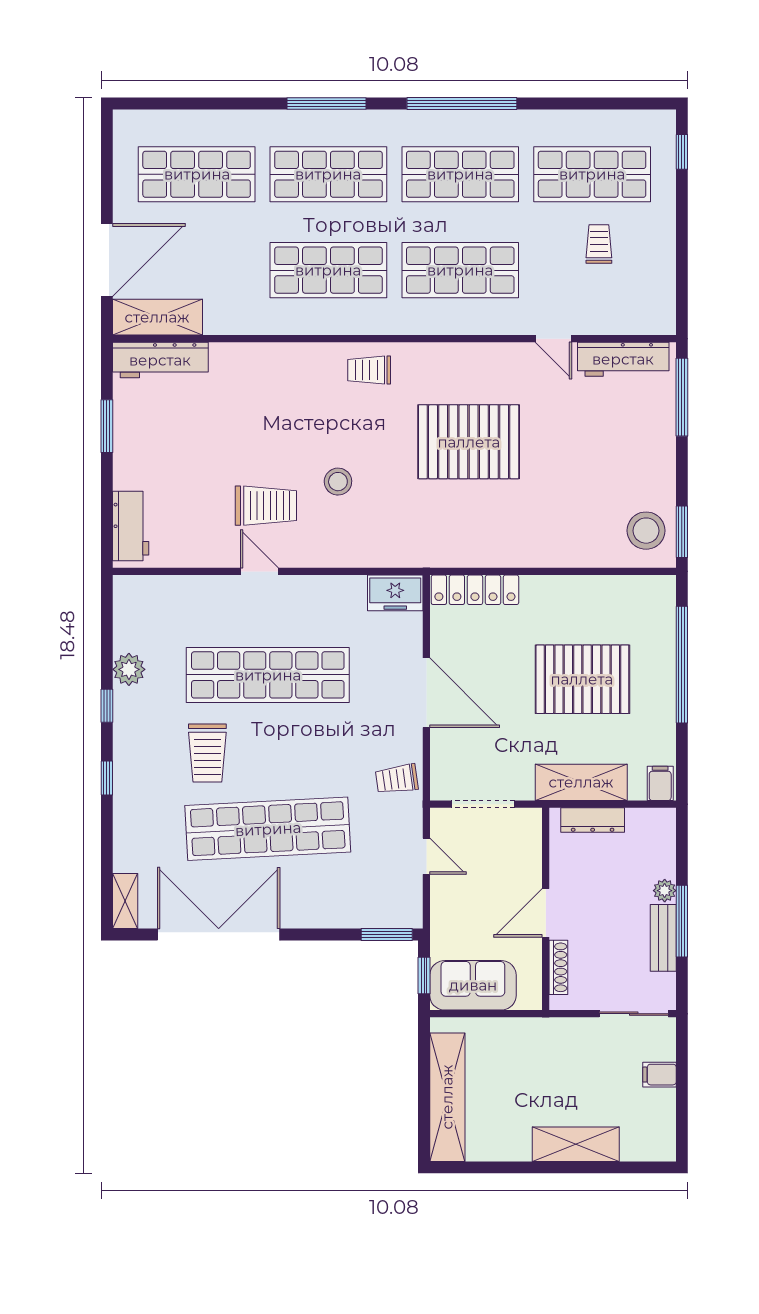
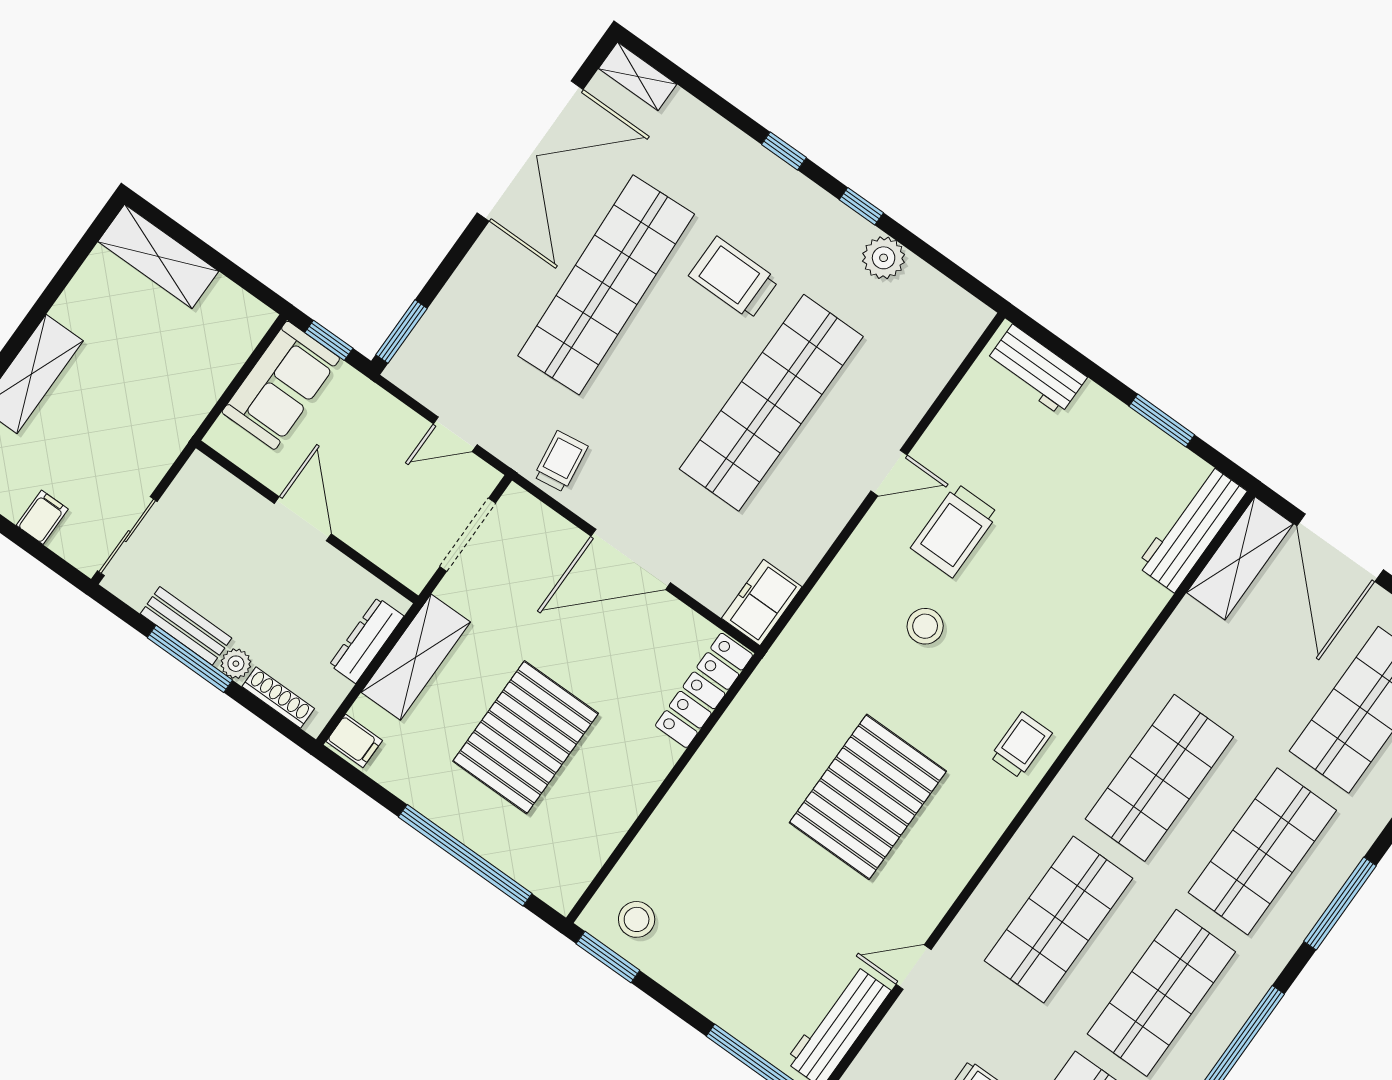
stool: (646, 531) -> (637, 919), width x0.73, depth x0.73
shoe rack: (558, 967) -> (278, 698), moved, turned 180
shelving: (447, 1097) -> (158, 256), width x0.68

